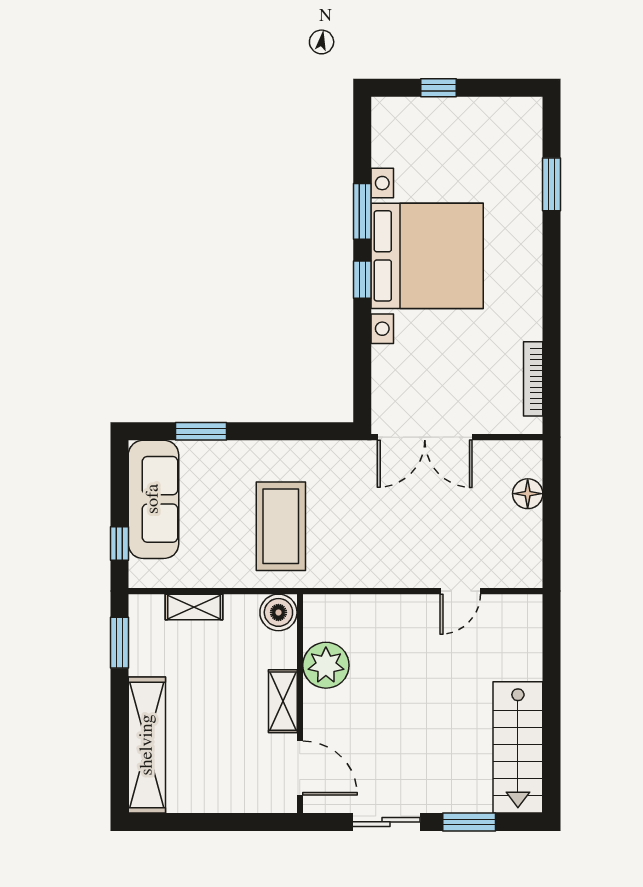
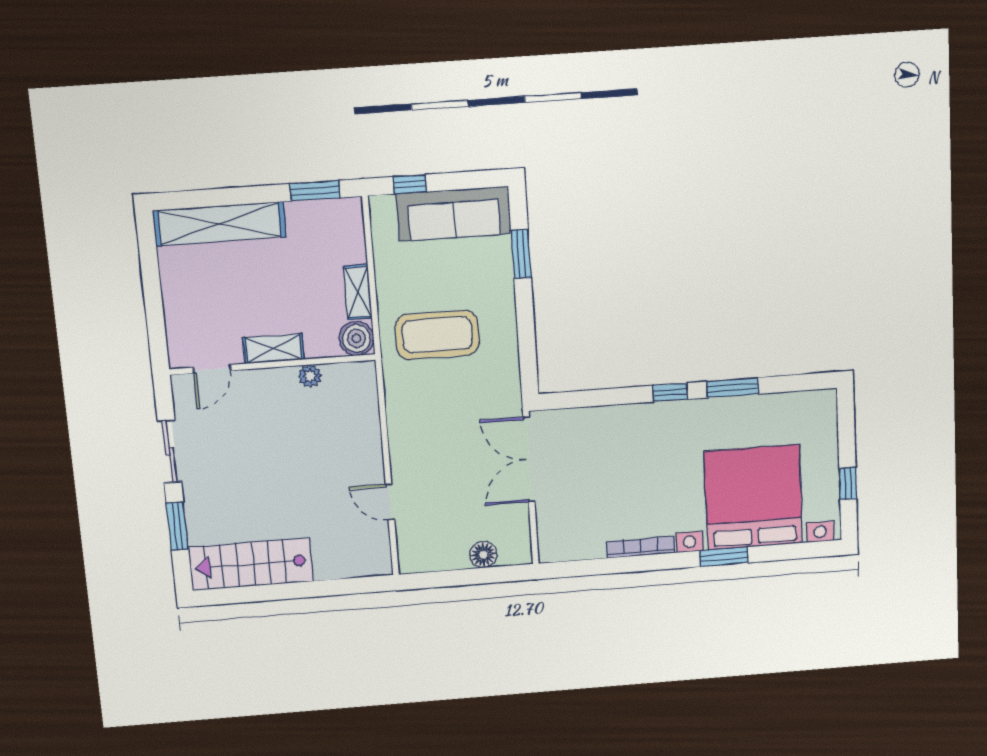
window: (439, 88) -> (848, 484), moved
window: (552, 184) -> (724, 557), moved
bed with nightstands: (427, 256) -> (753, 497), moved, turned 180
bookcase: (533, 379) -> (641, 547), moved
shelving: (194, 607) -> (358, 292), moved
plant: (326, 665) -> (310, 376), width x0.53, depth x0.53
door: (300, 768) -> (212, 369), width x0.73

